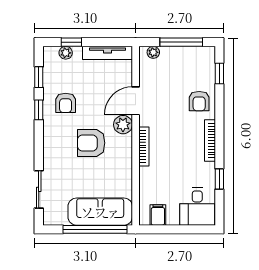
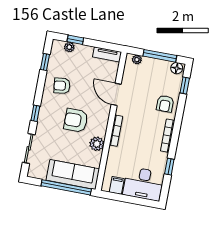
tv unit: (108, 53) -> (107, 54), width x0.71
floor lamp: (205, 54) -> (177, 68), added
door: (136, 101) -> (116, 94), hinge flipped
armchair: (66, 103) -> (62, 86), turned 83
window: (39, 110) -> (35, 113), moved
plant: (123, 125) -> (97, 144), moved
desk: (197, 207) -> (143, 184), width x1.37

